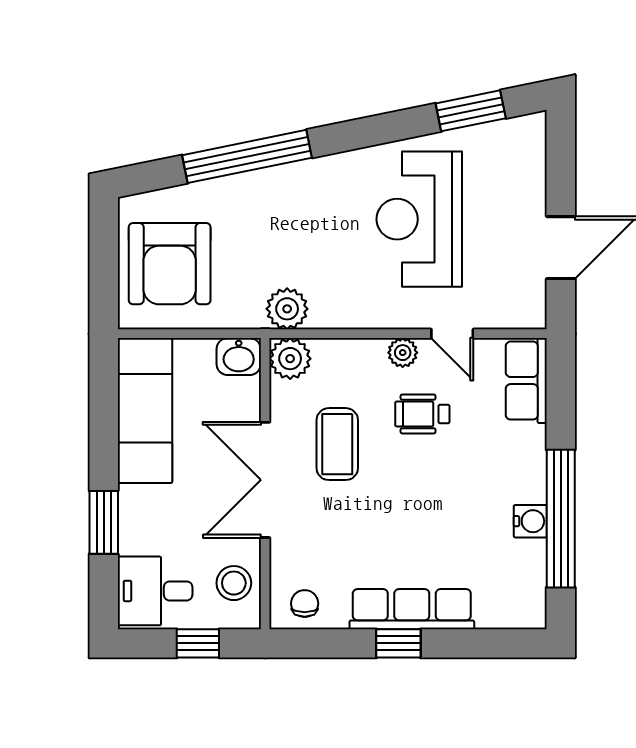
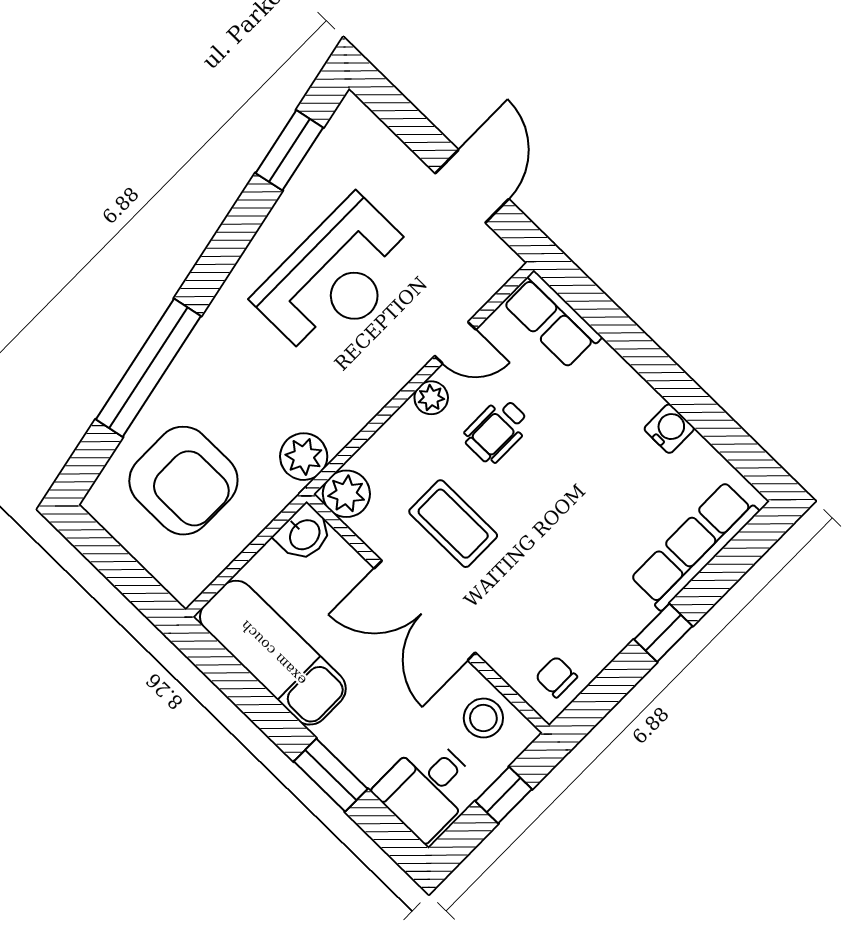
reception desk: (419, 219) -> (336, 278), turned -90
armchair: (170, 264) -> (183, 481), moved
window: (561, 519) -> (691, 402), removed
row of seats: (412, 609) -> (694, 546), moved

